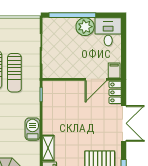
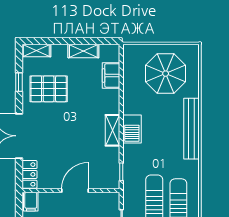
door: (96, 79) -> (75, 191), moved
shelving: (48, 148) -> (113, 130), moved

